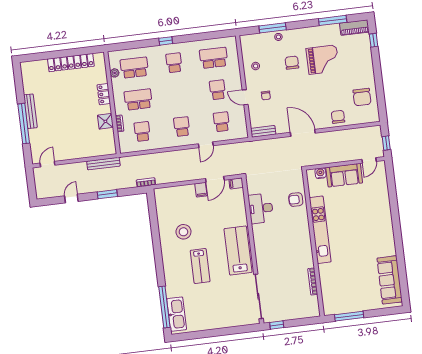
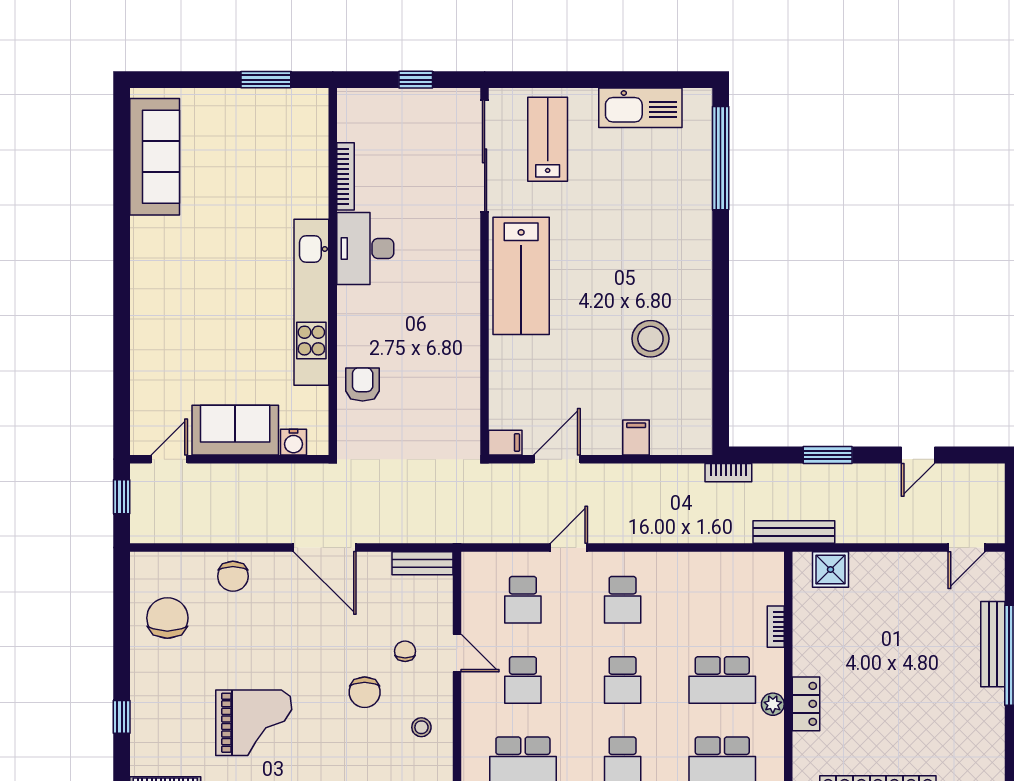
window: (374, 40) -> (122, 717), moved
grand piano: (323, 60) -> (254, 723), turned 180
chair: (292, 63) -> (365, 692), moved
plant: (115, 73) -> (773, 704), moved
bench: (30, 111) -> (993, 644), moved
shower: (105, 121) -> (831, 569), moved
school desk: (142, 131) -> (623, 680), moved
bench: (103, 164) -> (794, 532), moved
filing cabinet: (201, 190) -> (636, 437), moved
armchair: (296, 200) -> (363, 384), turned -90
desk: (261, 208) -> (365, 249), moved, turned 180
lab bench: (200, 266) -> (548, 139), moved
kitchen sink: (177, 314) -> (640, 108), moved, turned -90
window: (349, 316) -> (266, 80), width x0.69
window: (277, 325) -> (416, 80), moved

